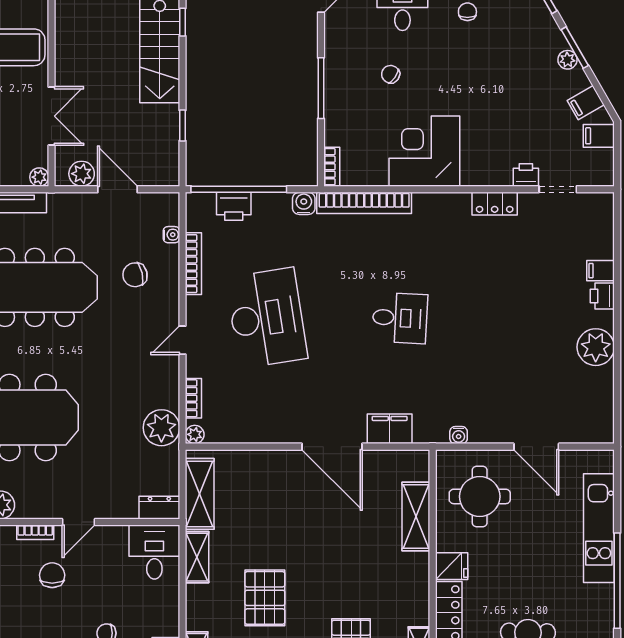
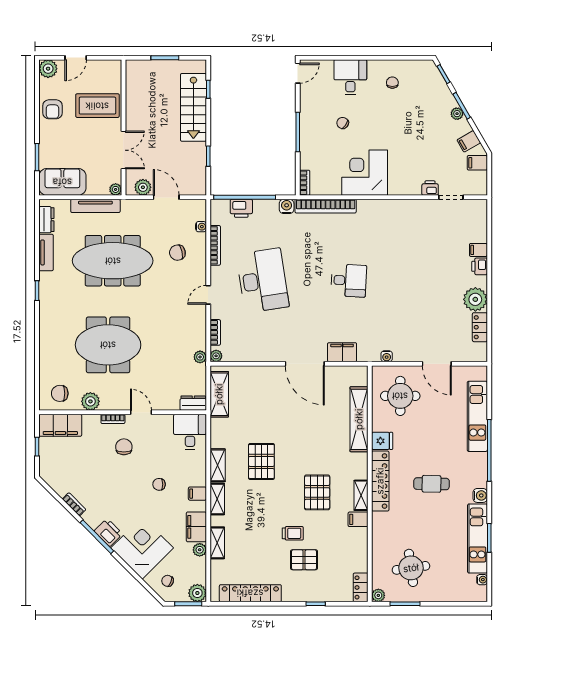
locker: (495, 204) -> (480, 327), moved, turned 90
plant: (161, 428) -> (200, 357), width x0.53, depth x0.53
shelving: (416, 517) -> (359, 419), width x1.47
door: (78, 522) -> (141, 412), swing flipped
shelving: (197, 557) -> (218, 465), moved

